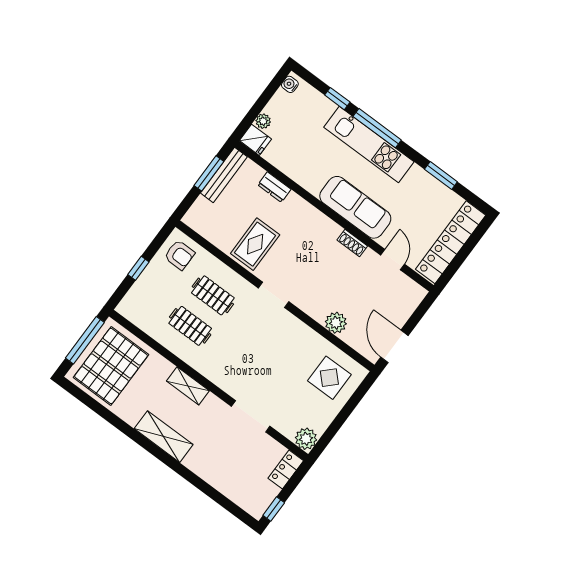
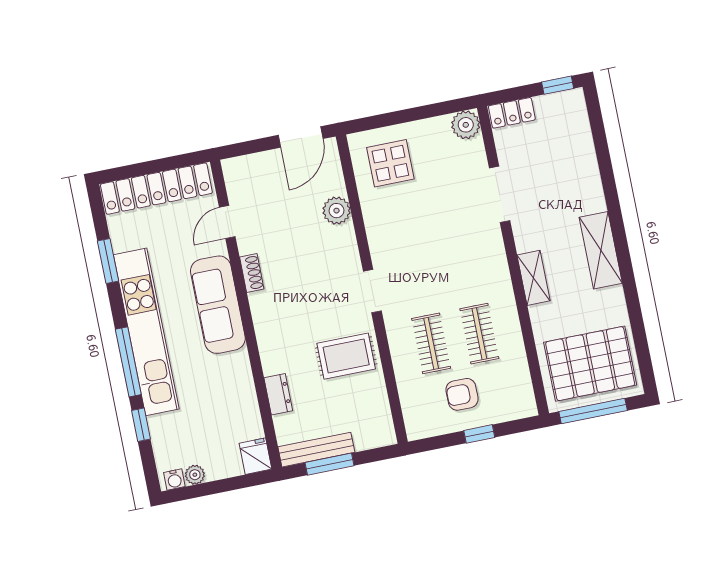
plant: (263, 121) -> (195, 475), moved
kitchen unit: (369, 144) -> (146, 332), width x1.36
armchair: (179, 255) -> (462, 394), moved, turned -90

